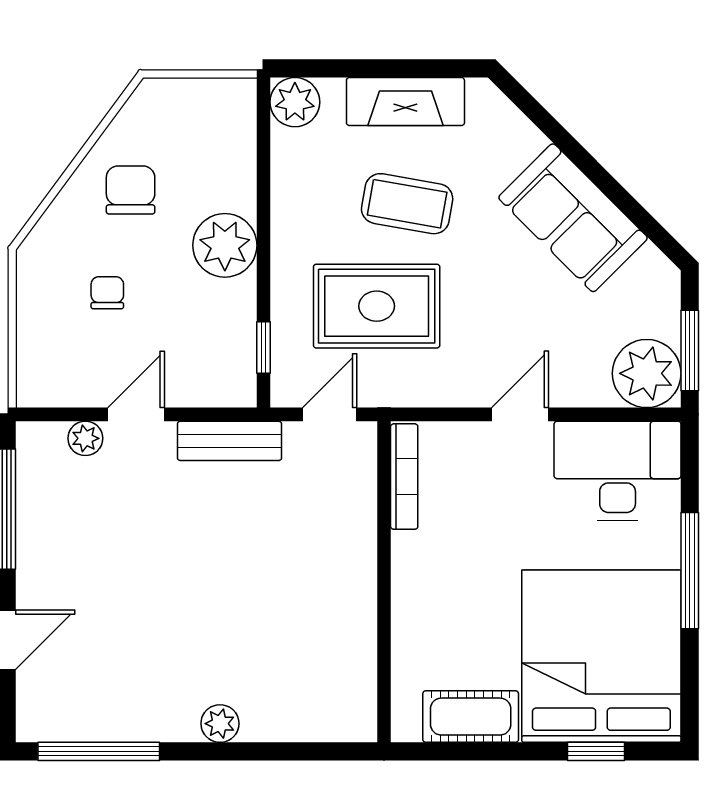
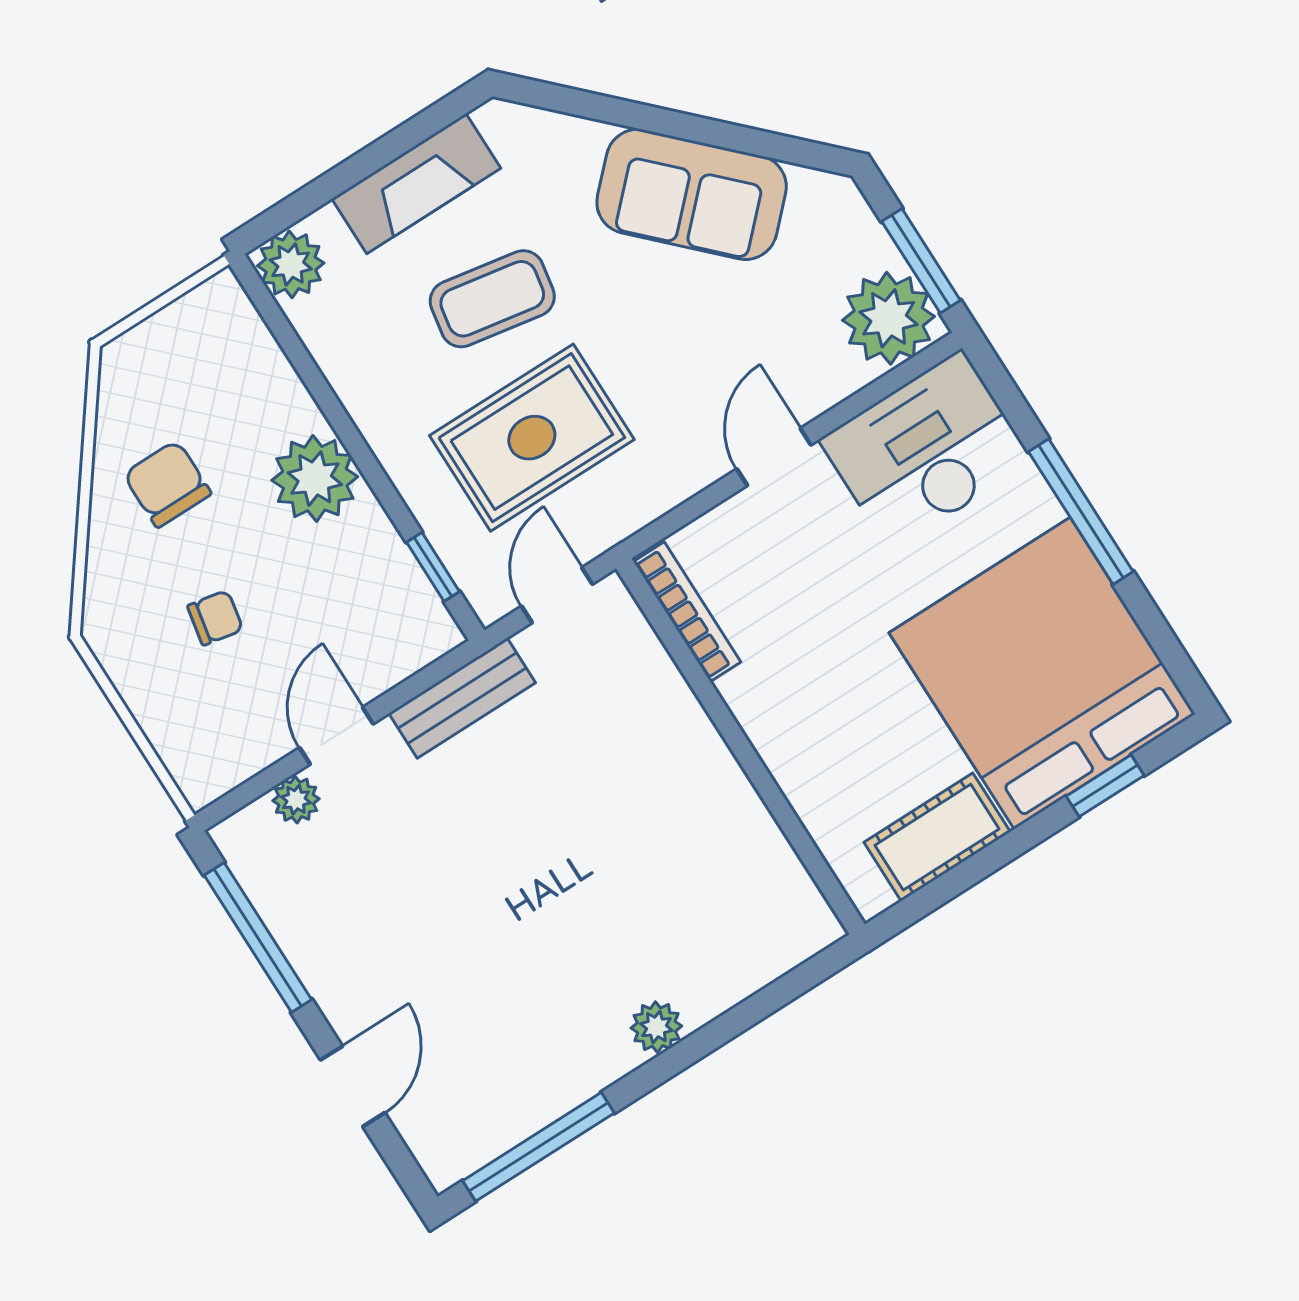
chair: (107, 293) -> (215, 618), turned 101

